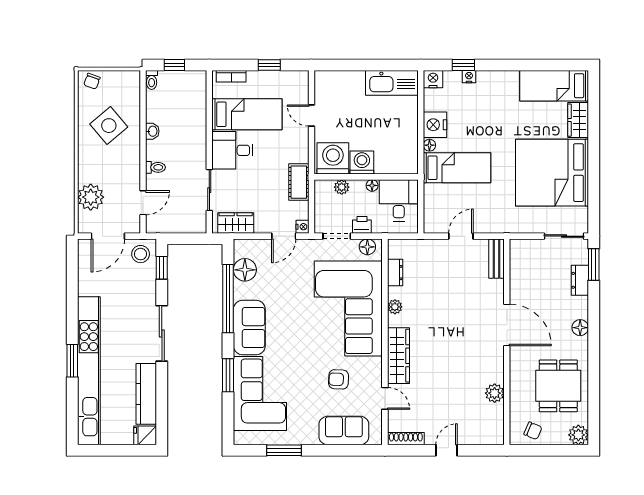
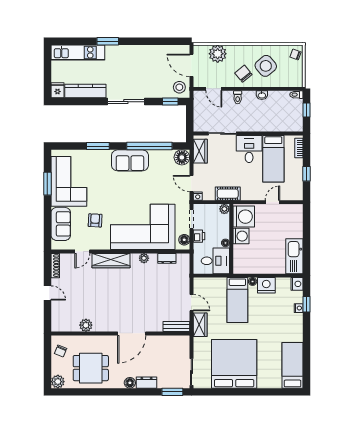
wardrobe: (578, 120) -> (200, 325), moved, turned 90
chair: (120, 159) -> (243, 74), added
plant: (342, 187) -> (224, 209), moved
floor lamp: (245, 270) -> (182, 157), moved
dresser: (580, 280) -> (146, 383), moved
kitchen unit: (89, 371) -> (78, 52), width x0.54
corner sofa: (260, 394) -> (69, 181), moved, turned -90

